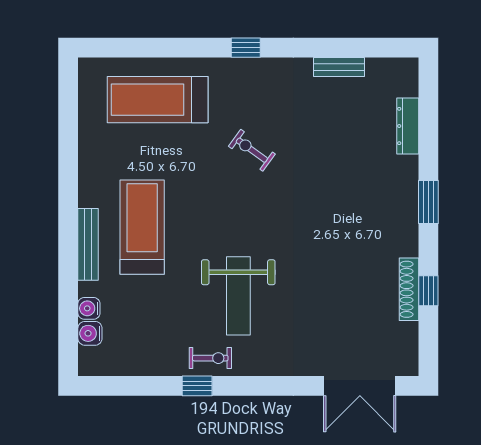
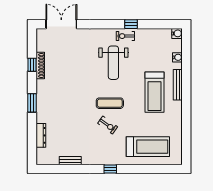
exercise mat: (247, 201) -> (110, 103), added
weight bench: (238, 296) -> (113, 63), turned 180
water cooler: (90, 333) -> (177, 33), moved

